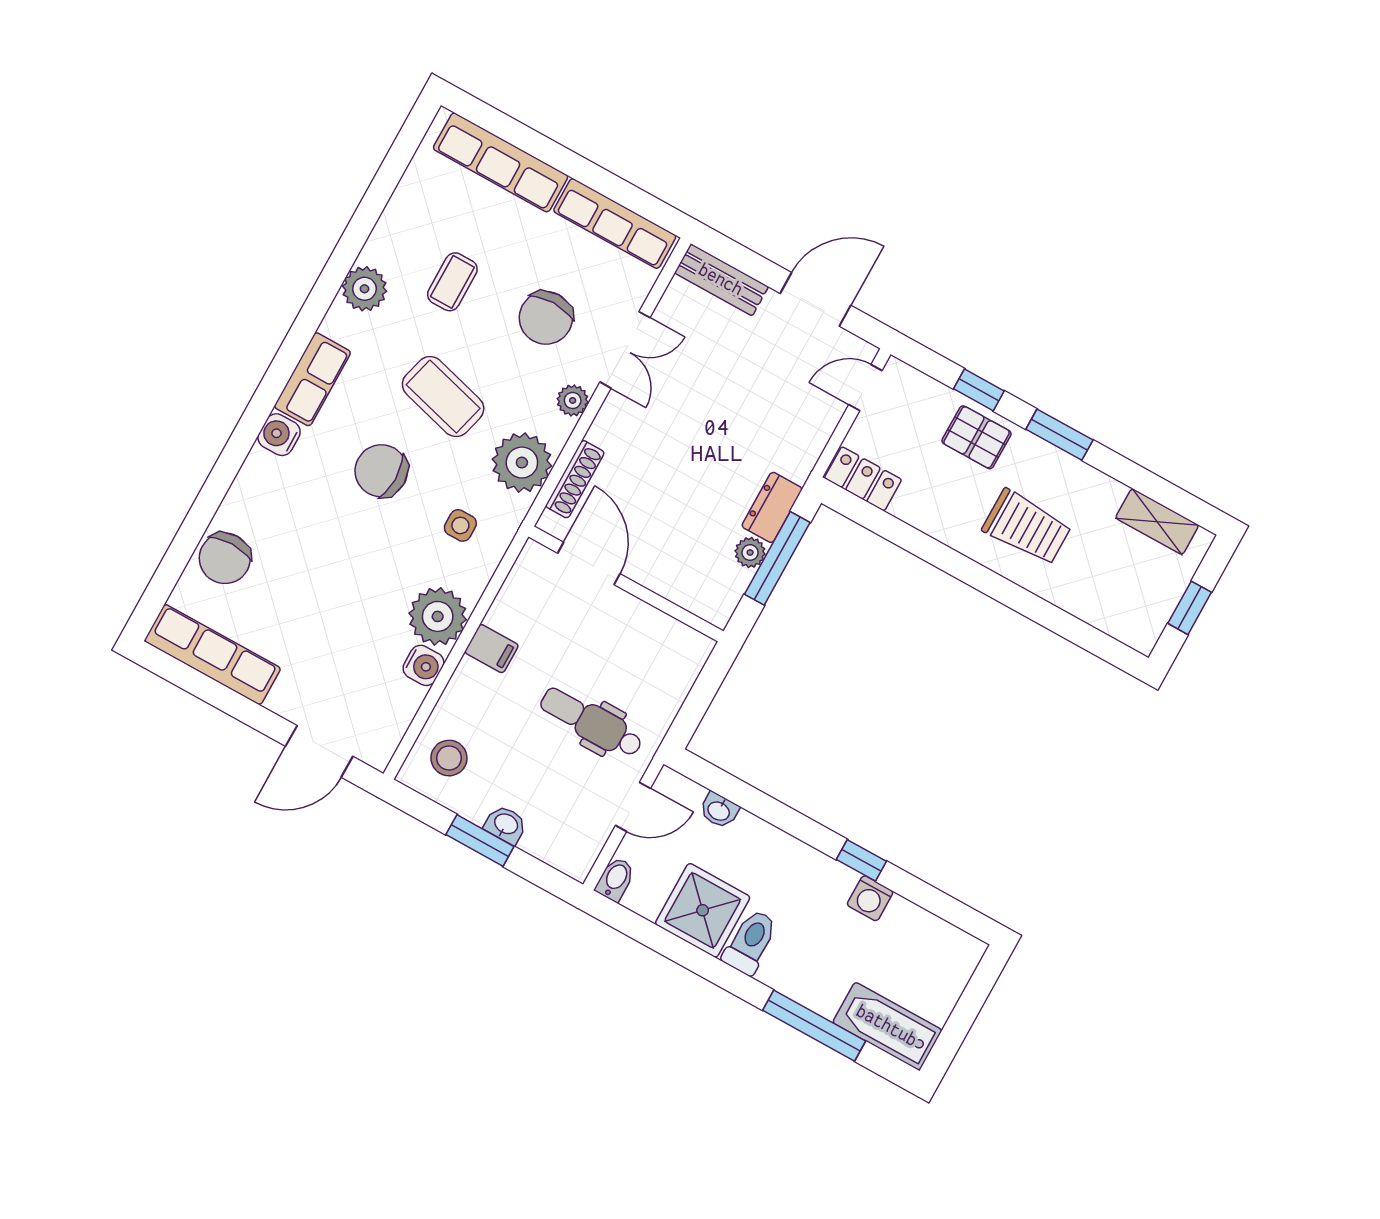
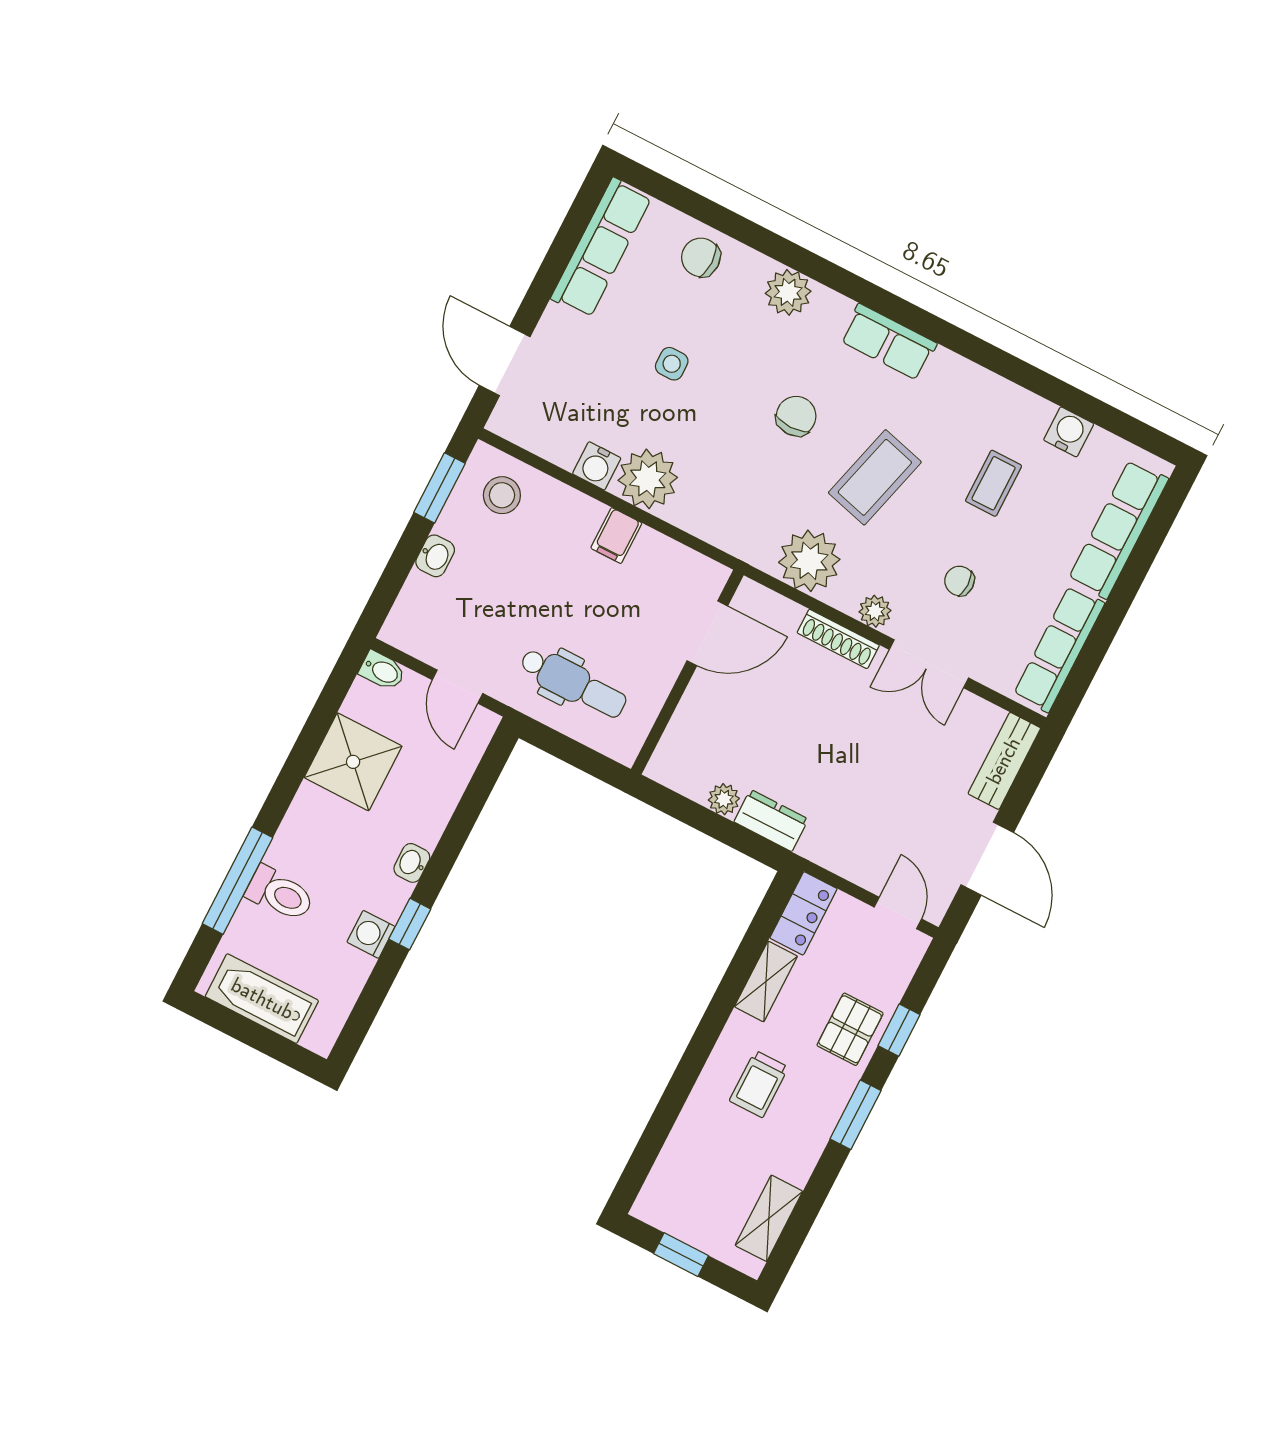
coffee table: (452, 282) -> (994, 483), turned 90
plant: (365, 289) -> (788, 292), moved
chair: (546, 318) -> (959, 581), width x0.54, depth x0.54
water cooler: (279, 435) -> (1069, 432), moved
chair: (381, 471) -> (796, 416), width x0.73, depth x0.73
shoe rack: (575, 479) -> (838, 639), moved
shelving: (928, 517) -> (766, 981), added
side table: (460, 525) -> (672, 364), moved
trolley: (1027, 527) -> (759, 1084), width x0.73, depth x0.72
chair: (225, 558) -> (701, 257), width x0.73, depth x0.73
window: (777, 558) -> (719, 828), removed
dental chair: (591, 722) -> (573, 683), moved, turned 90
washbasin: (719, 810) -> (412, 863), moved
window: (480, 840) -> (439, 488), moved
toilet: (750, 942) -> (280, 894), moved
bathtub: (887, 1026) -> (262, 999), moved, turned -90

